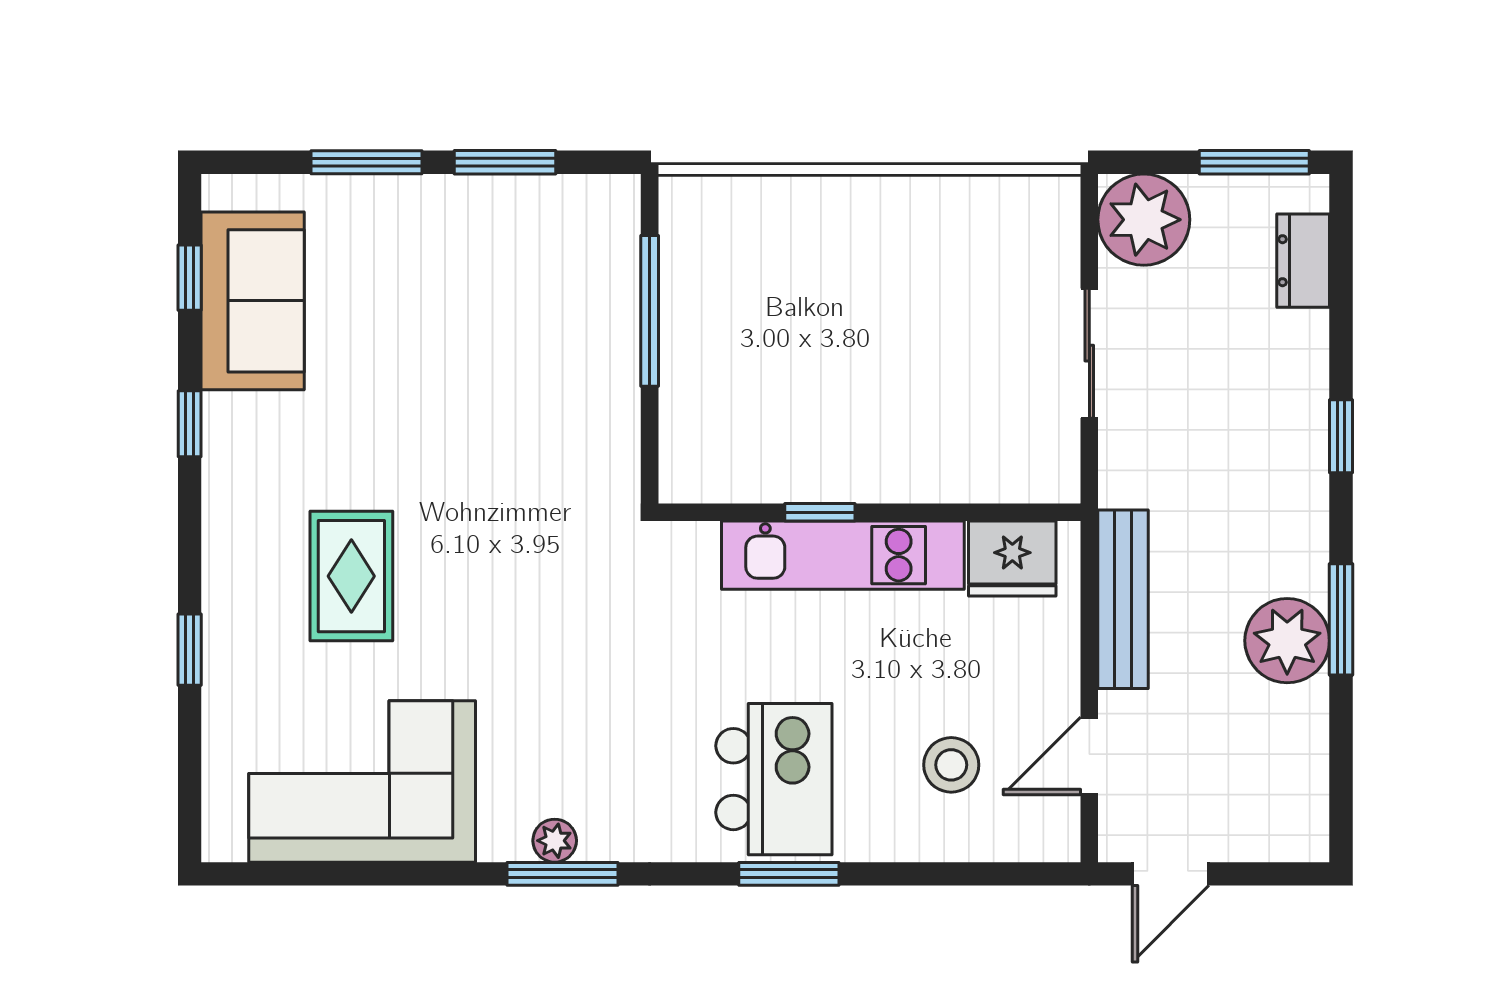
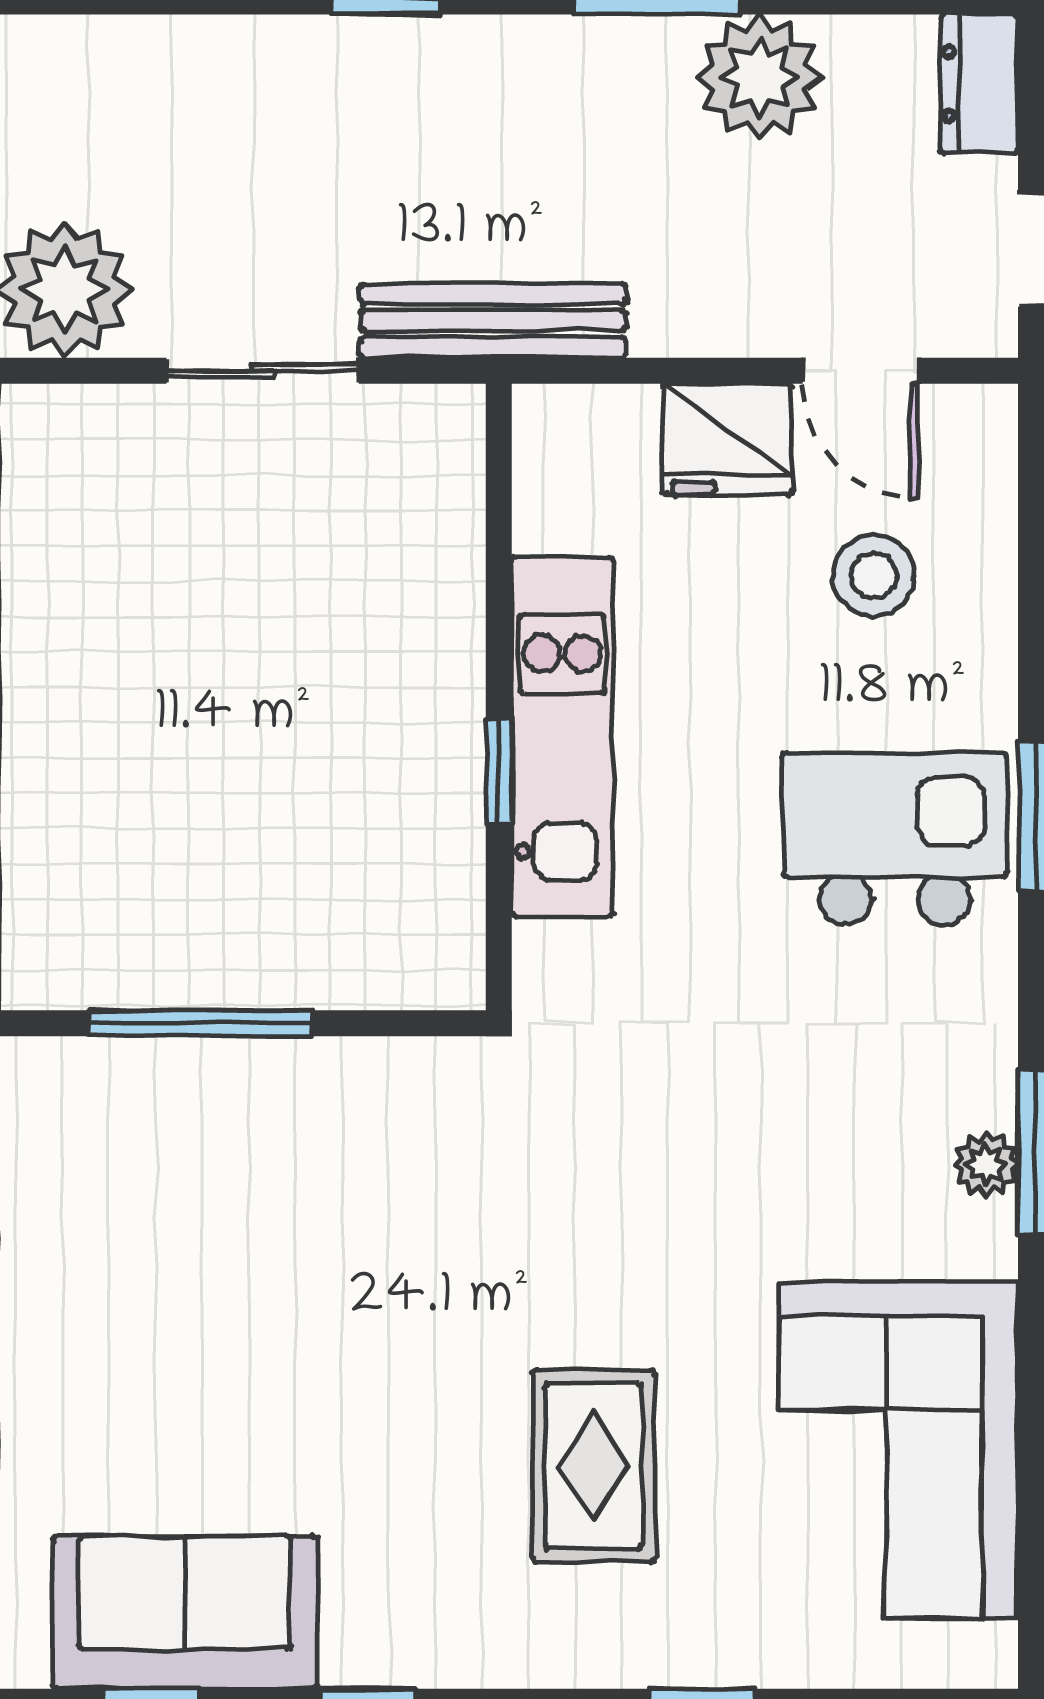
dresser: (1303, 261) -> (979, 84), moved, turned 90
fridge: (1012, 559) -> (727, 439), moved, turned 90
rug: (351, 576) -> (593, 1466), turned 90
bench: (1123, 599) -> (493, 321), moved
plant: (1287, 641) -> (759, 77), moved

